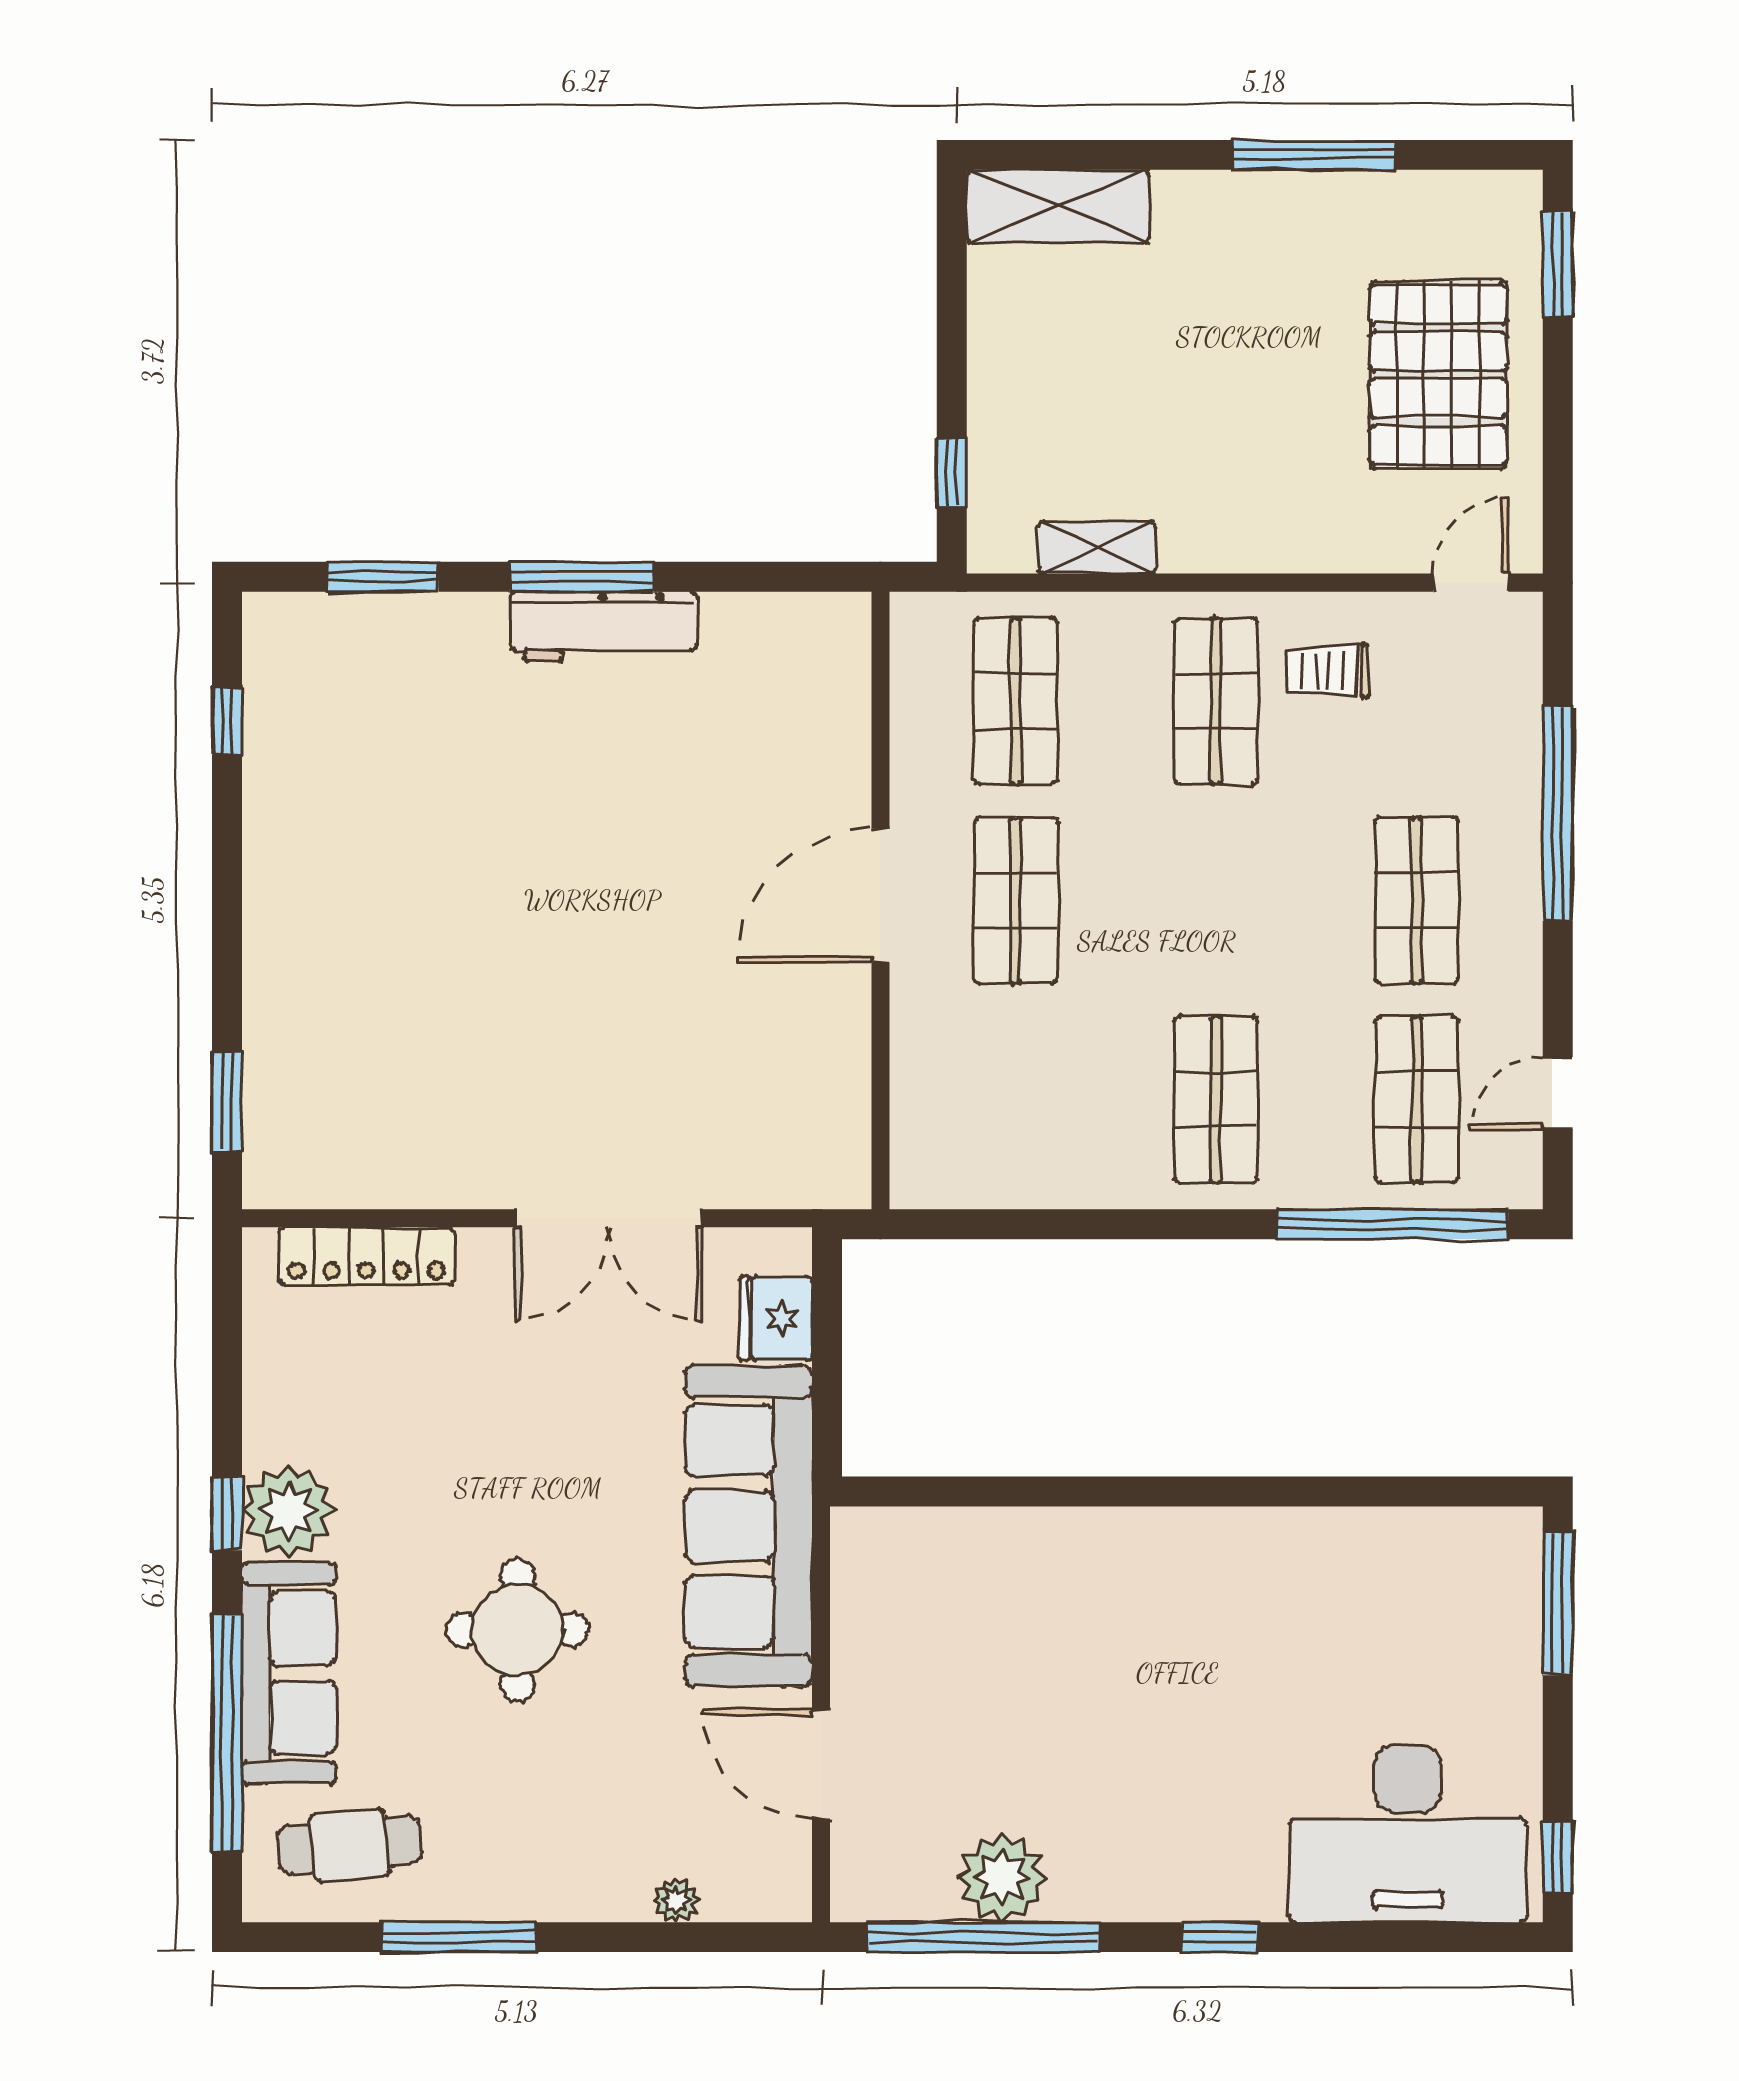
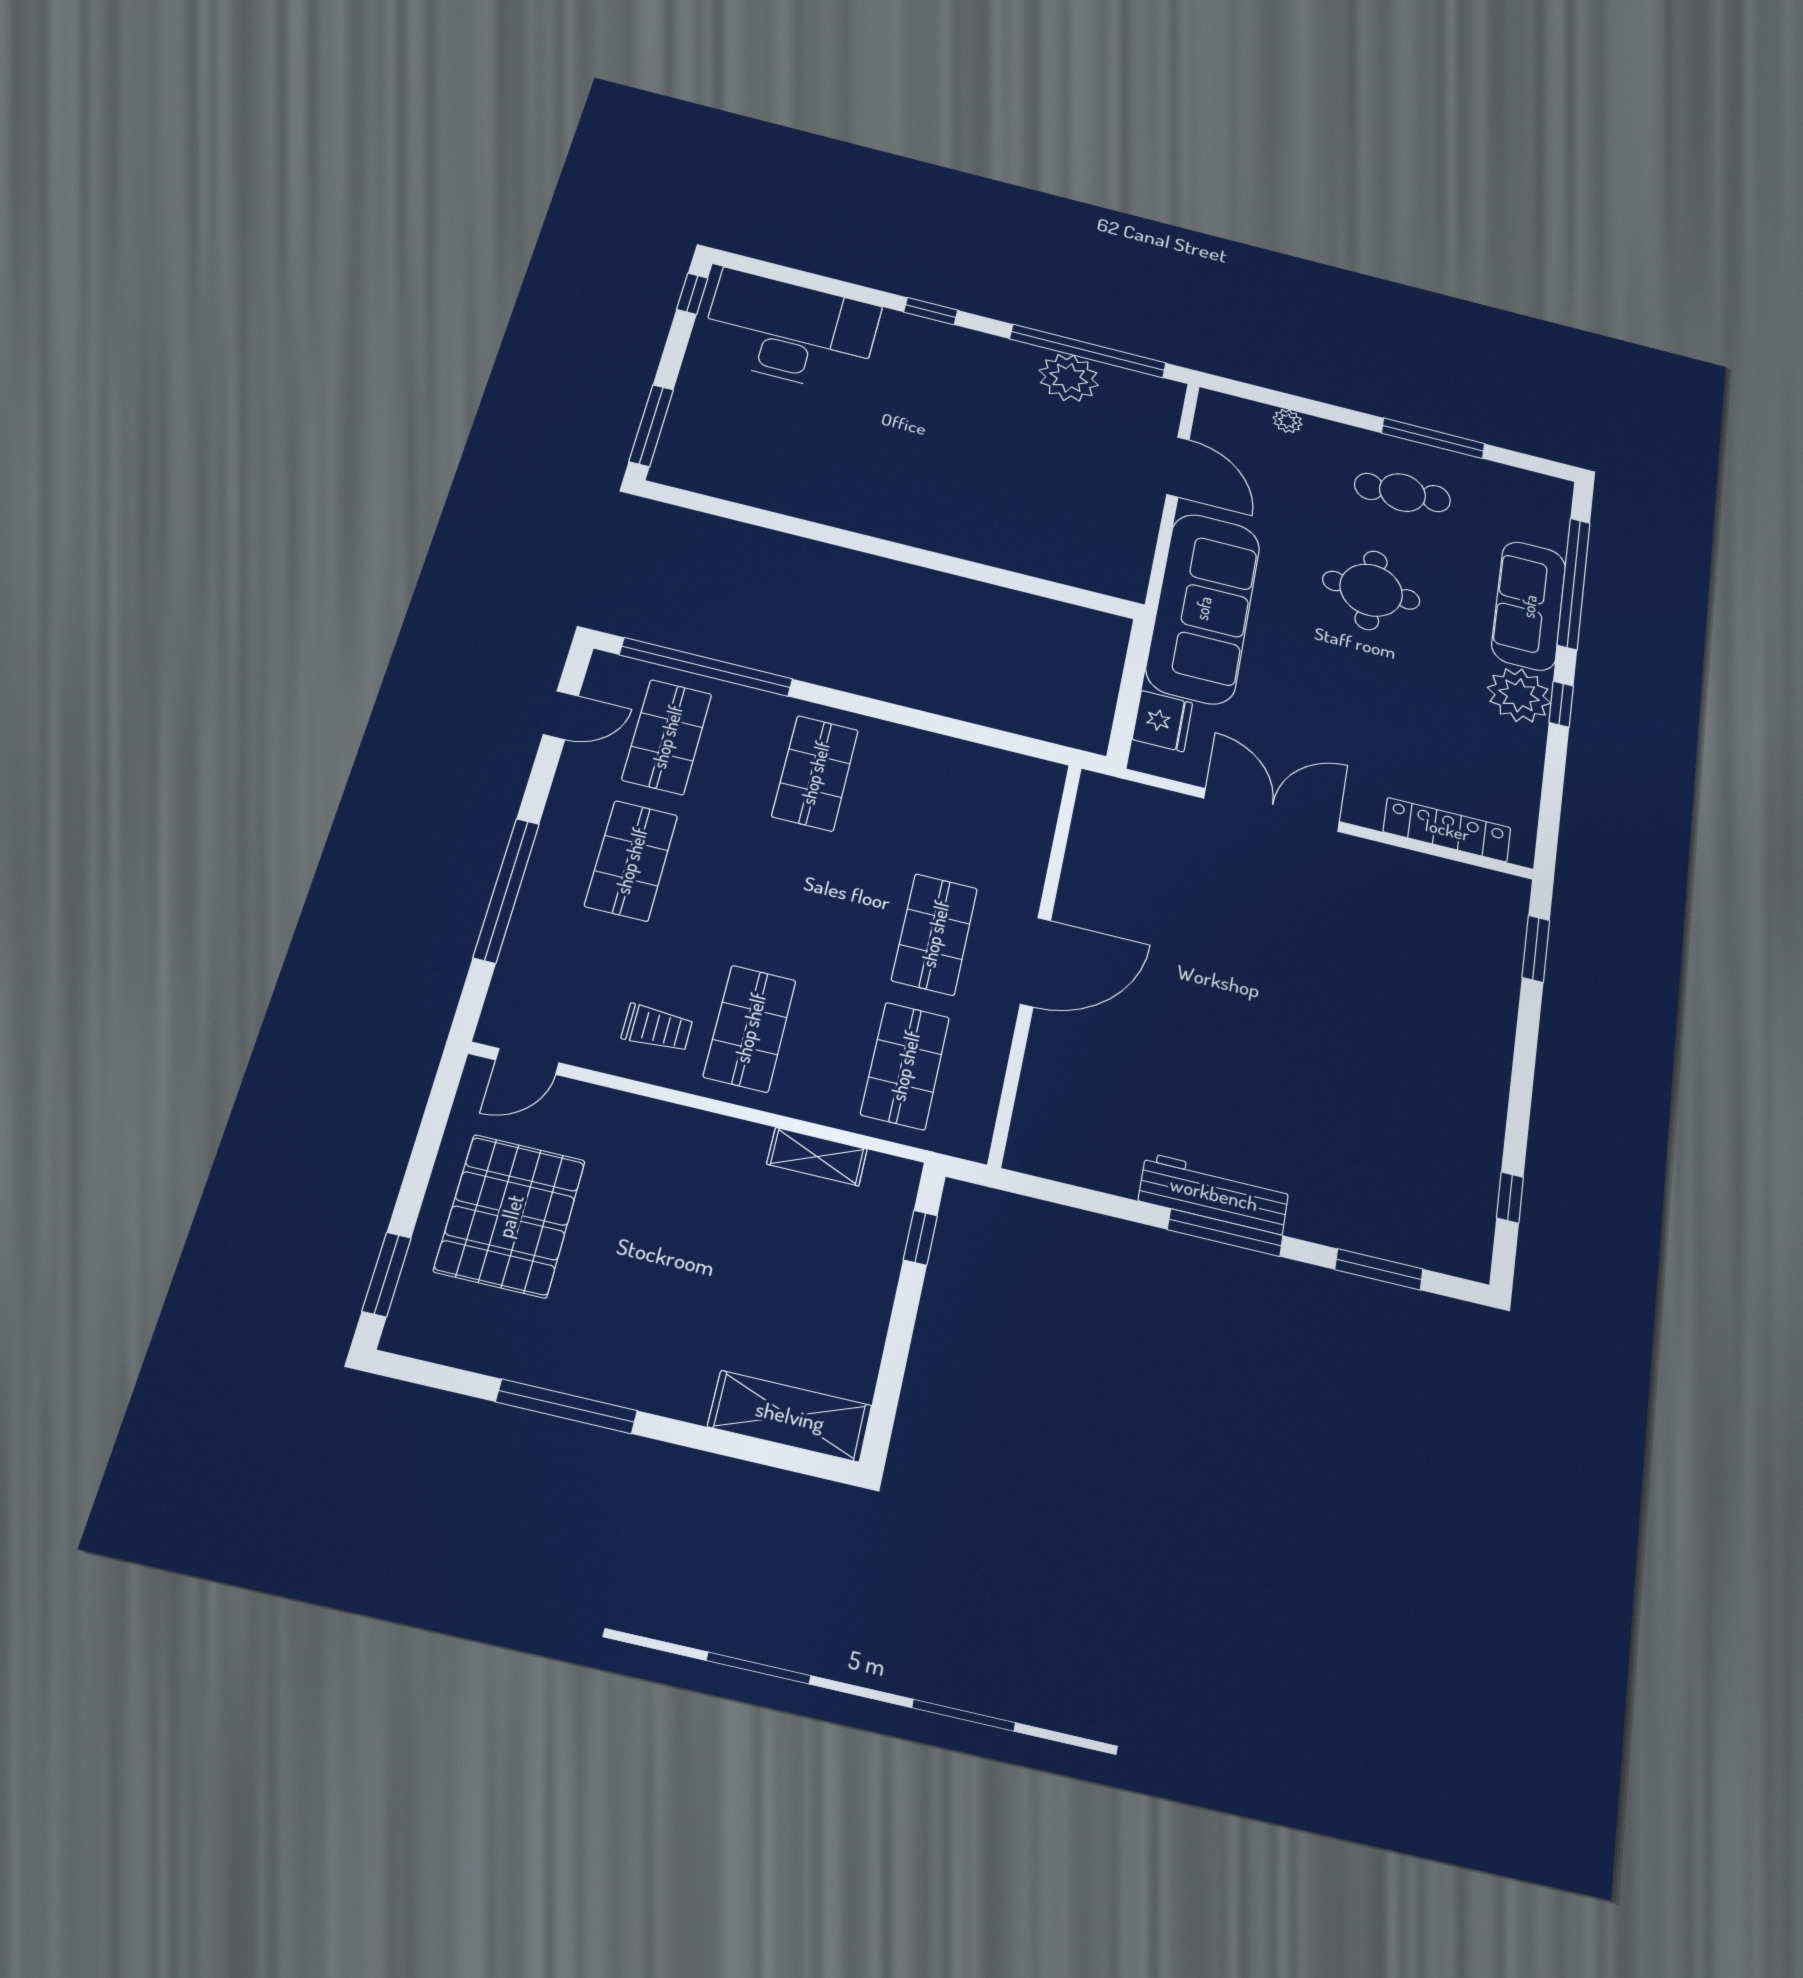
cafe table: (350, 1845) -> (1402, 493), moved

